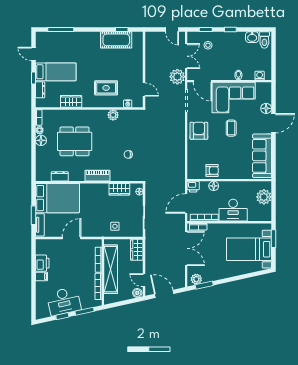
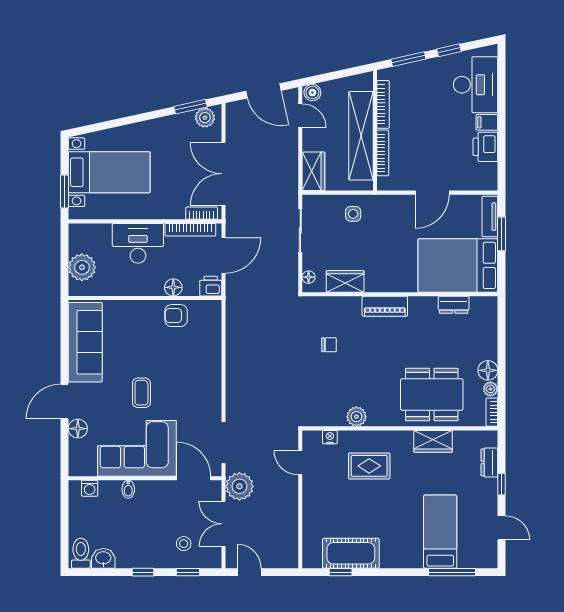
bed: (56, 72) -> (440, 532), moved, turned 90
armchair: (199, 131) -> (200, 388), removed
dining table: (75, 141) -> (432, 394), moved
desk: (64, 301) -> (476, 85), moved, turned 102

